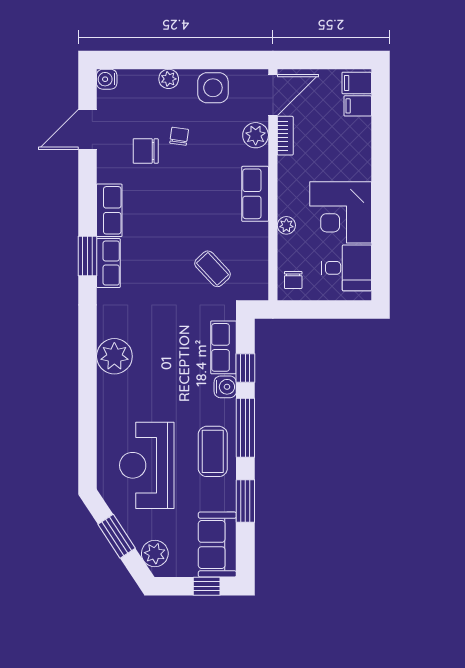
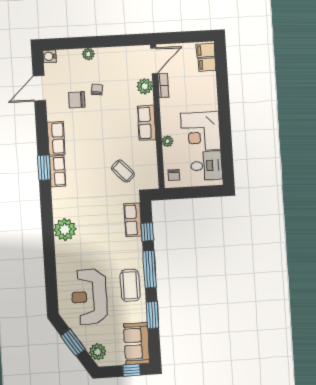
side table: (213, 88) -> (116, 58), removed
water cooler: (225, 387) -> (135, 244), removed

